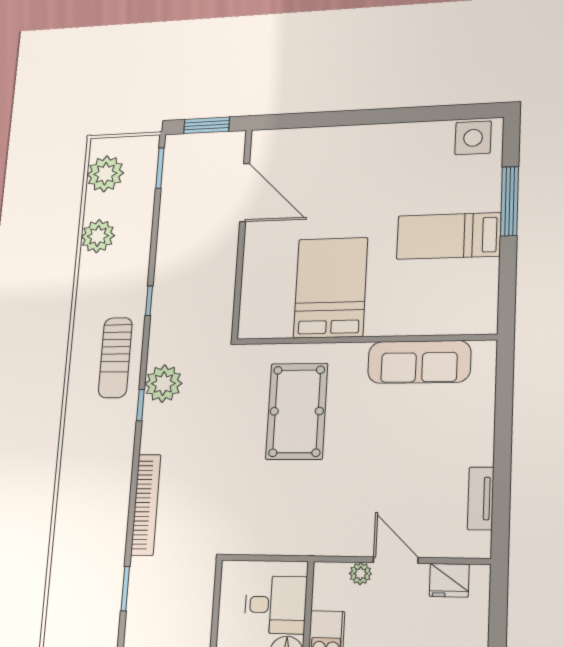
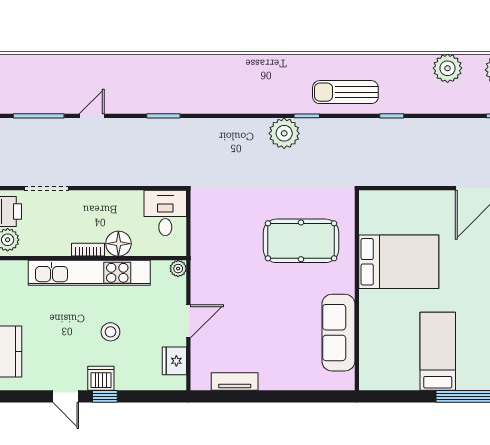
plant: (163, 384) -> (284, 133), moved
bookcase: (146, 505) -> (228, 127), removed
plant: (360, 574) -> (178, 269), moved
desk: (275, 605) -> (165, 213), moved, turned 180

